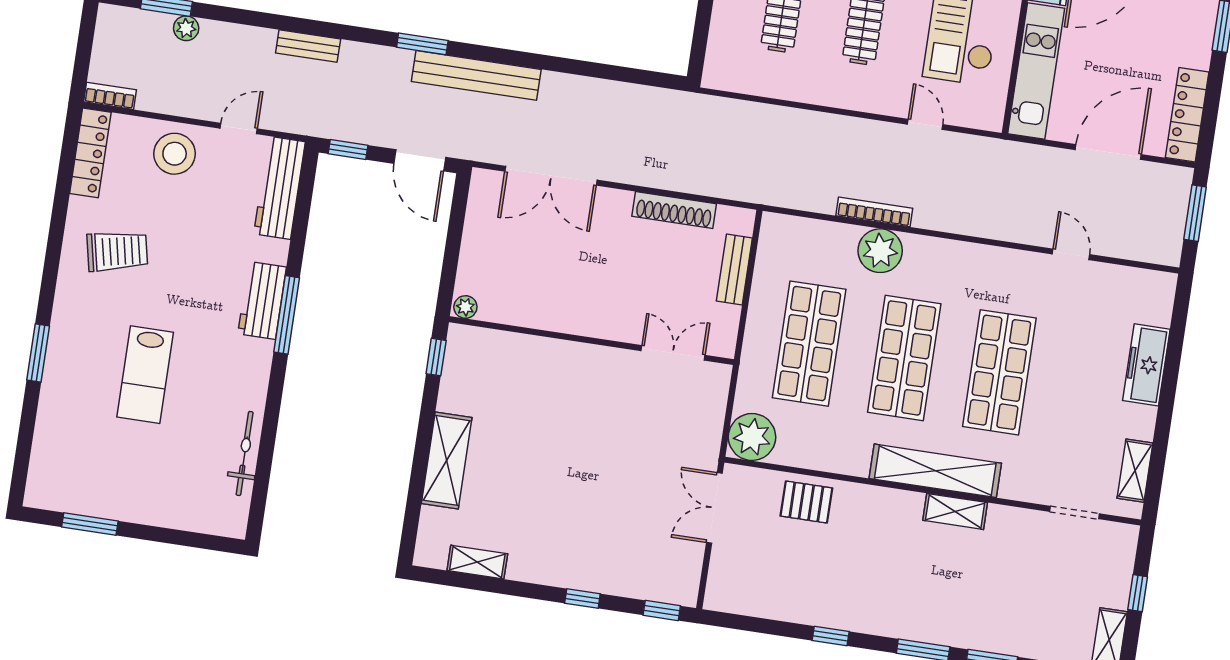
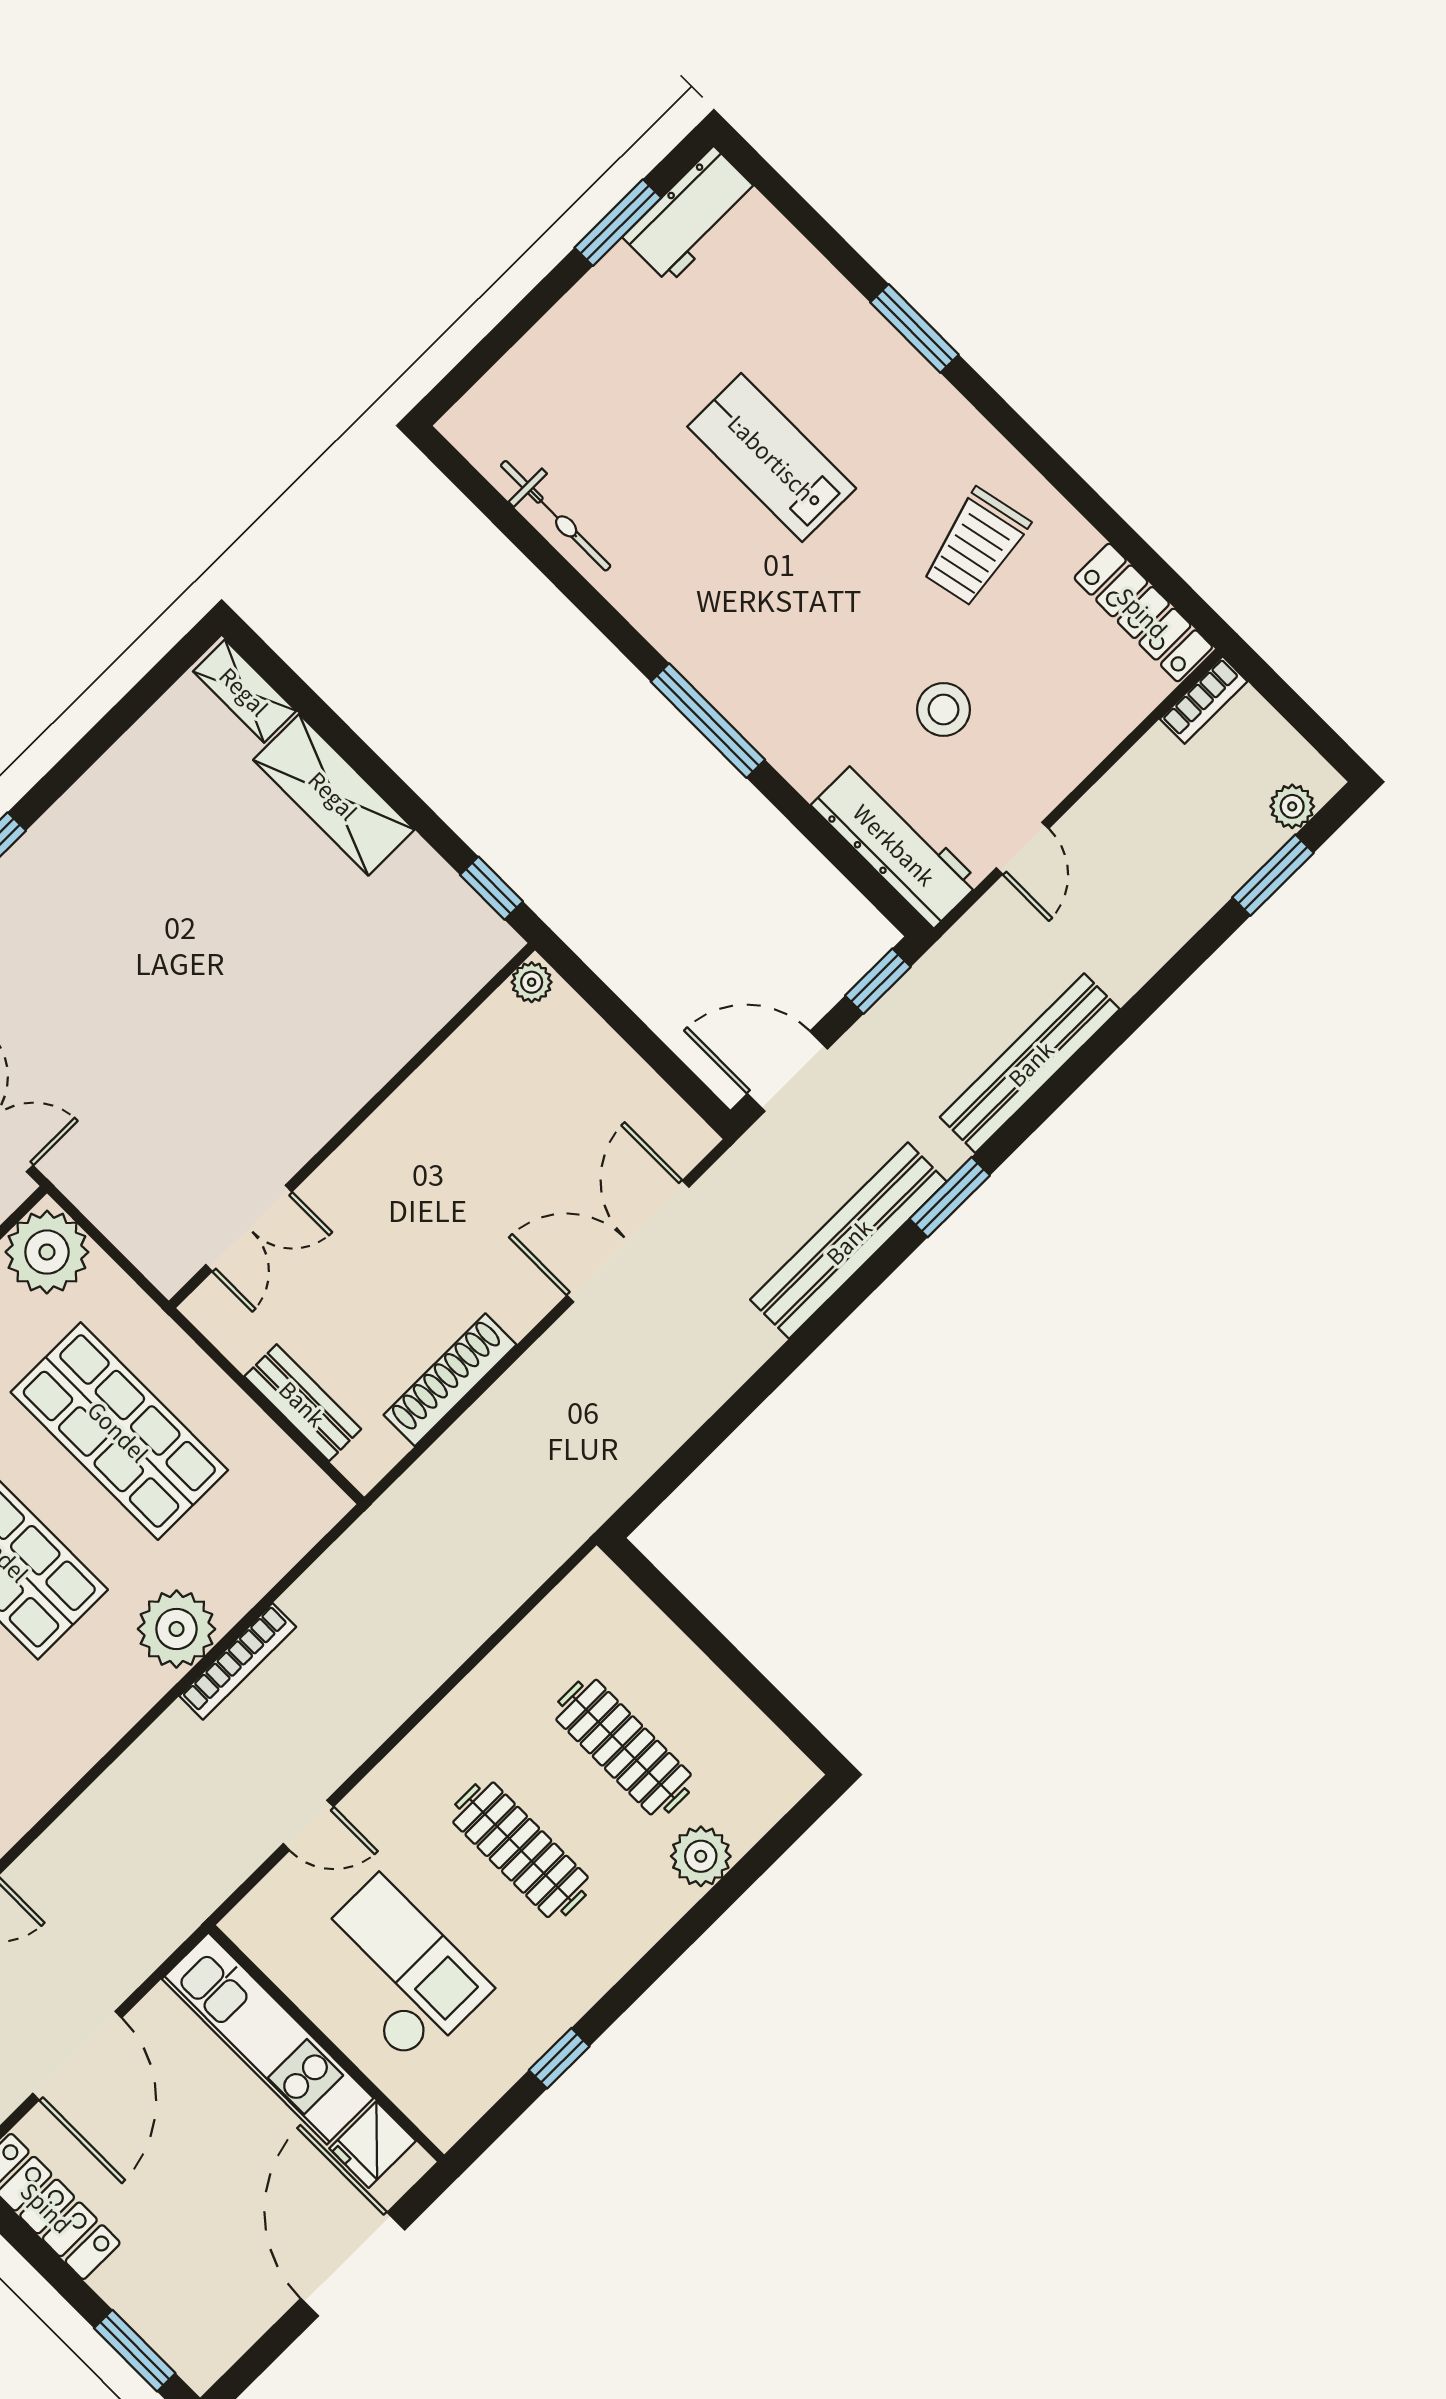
plant: (186, 28) -> (1292, 806), moved
bench: (308, 46) -> (1030, 1063), width x1.86, depth x1.21
stool: (175, 154) -> (944, 709), moved, width x0.73, depth x0.73
workbench: (262, 300) -> (691, 215), moved, turned 90
shelving: (477, 562) -> (245, 691), moved, turned 90

